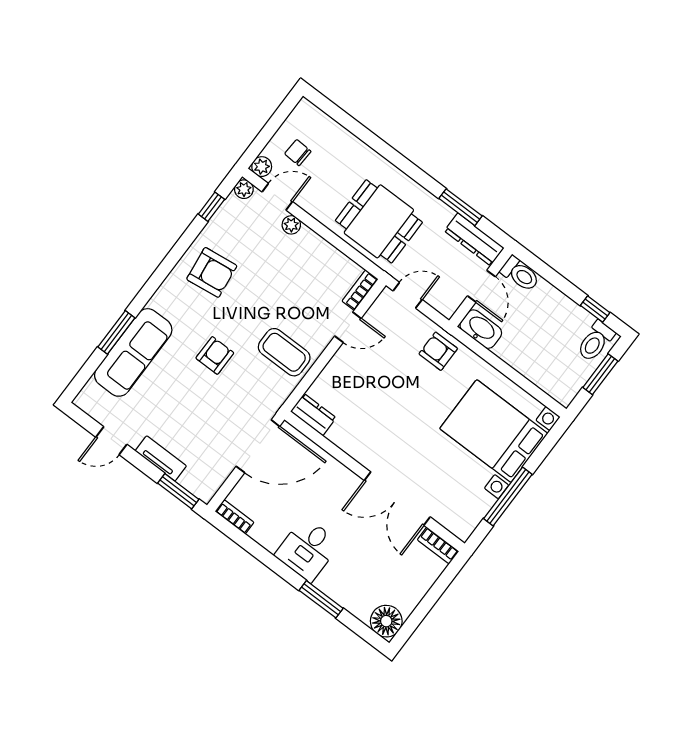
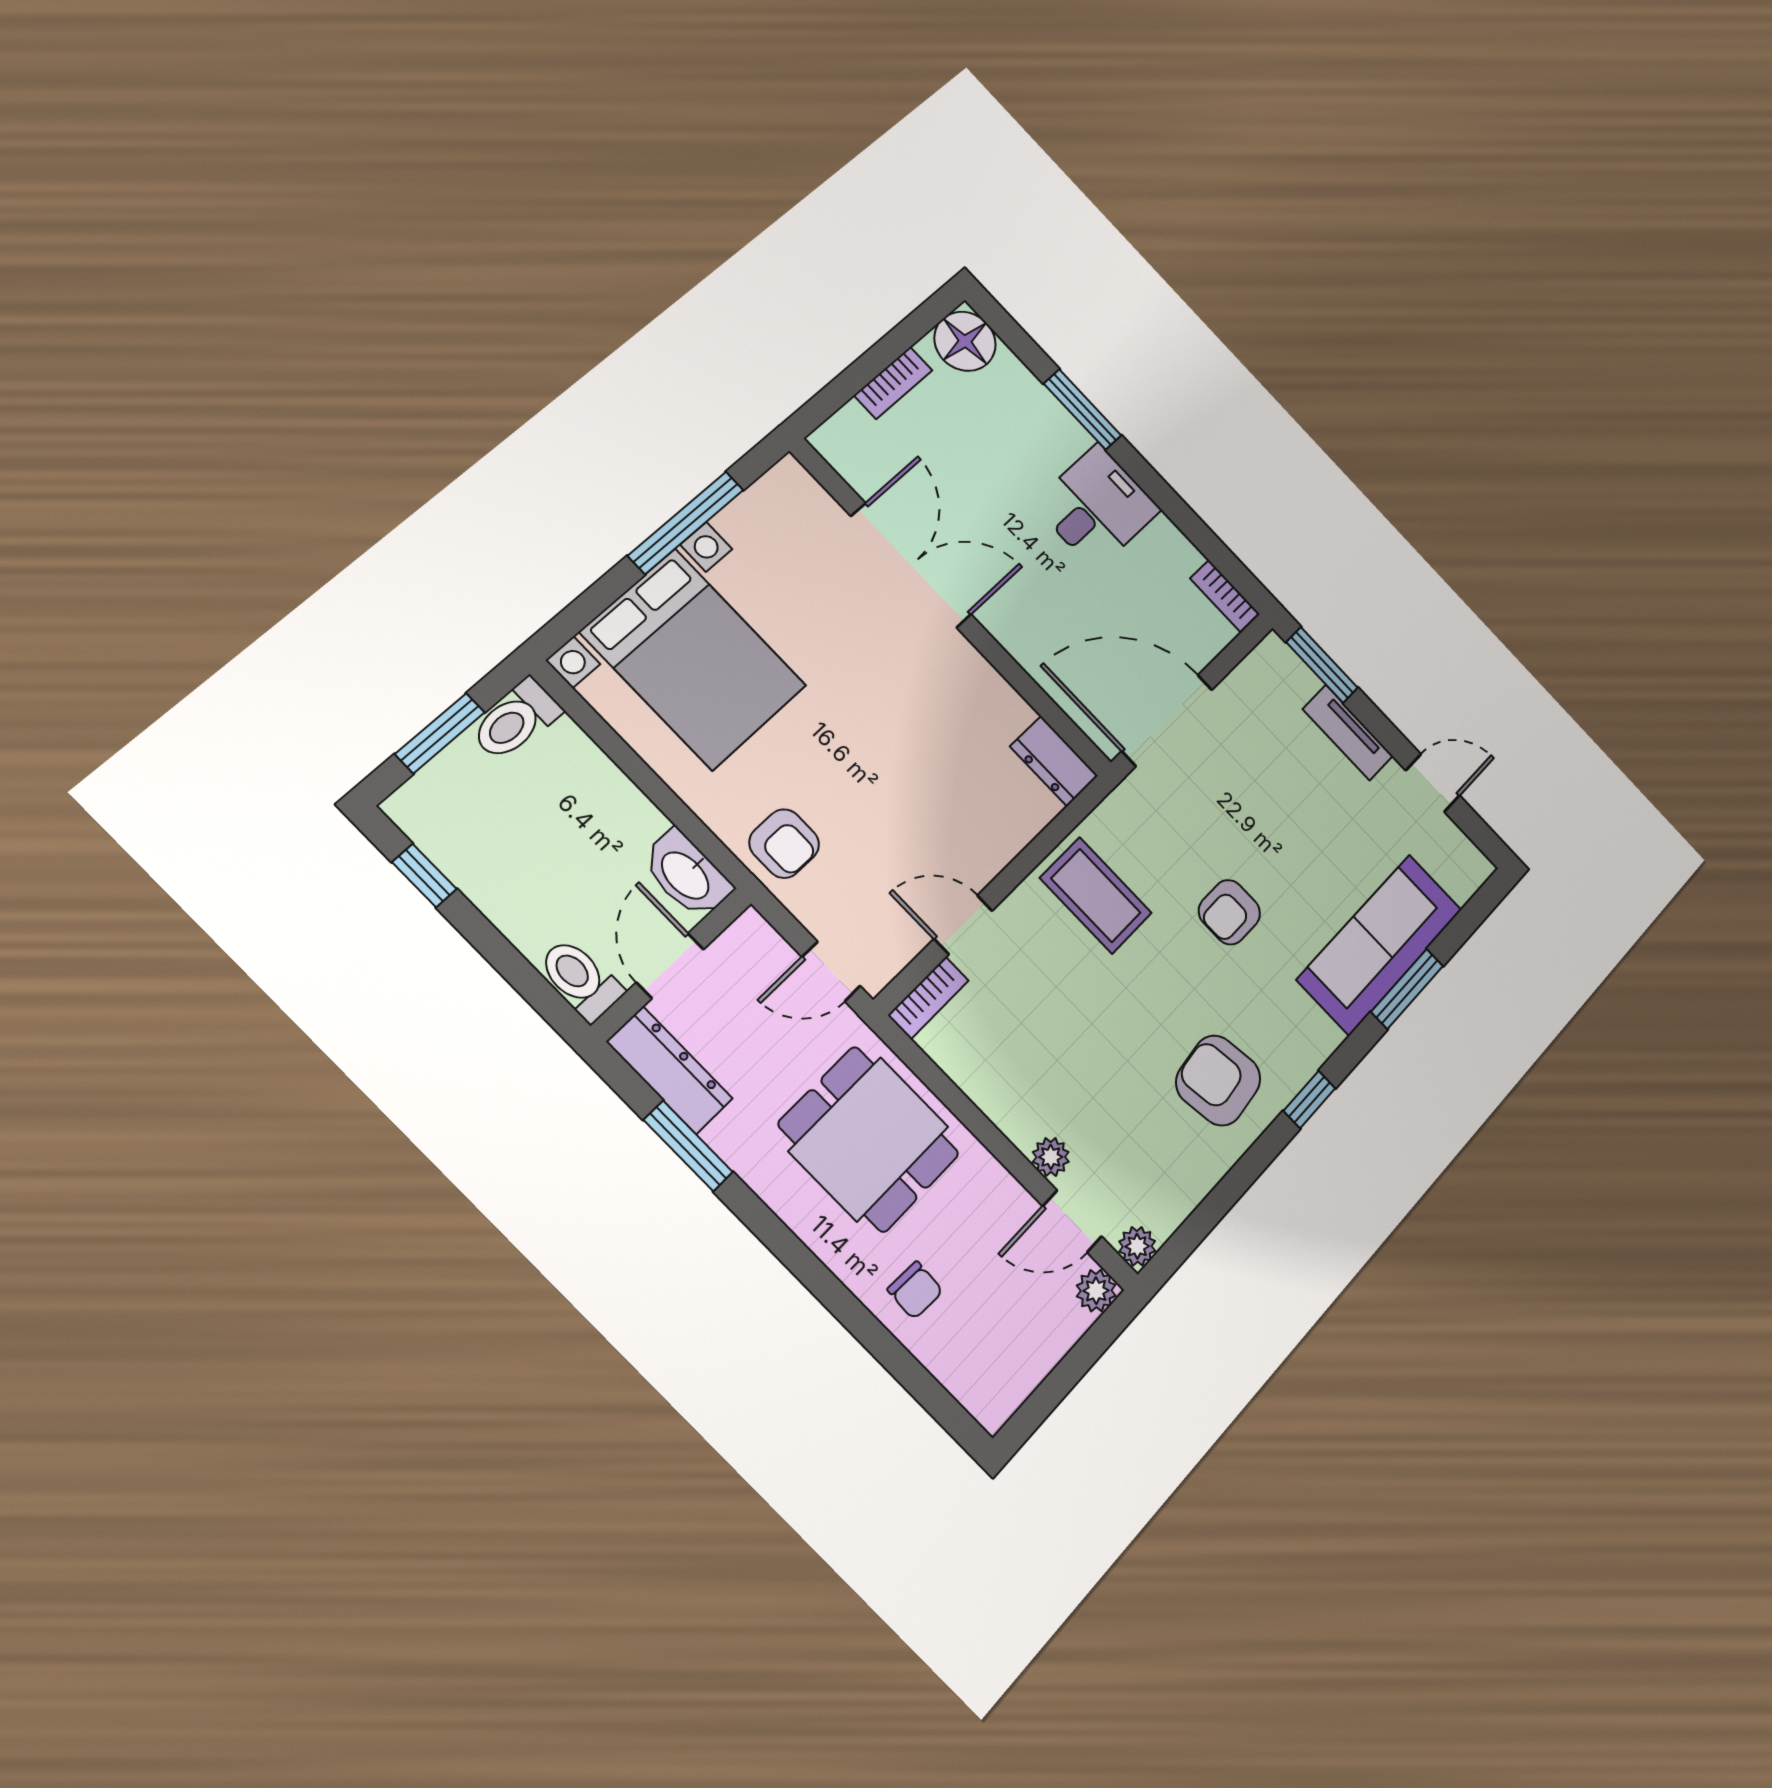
chair: (298, 153) -> (915, 1290), moved
window: (211, 207) -> (1309, 1100), moved
toilet: (596, 341) -> (516, 720), moved, turned 180
bookcase: (438, 546) -> (893, 383), moved, turned 90

